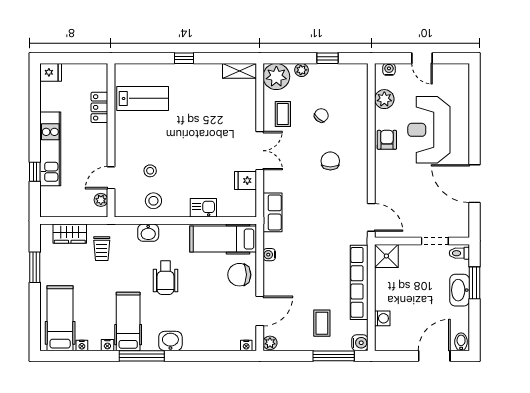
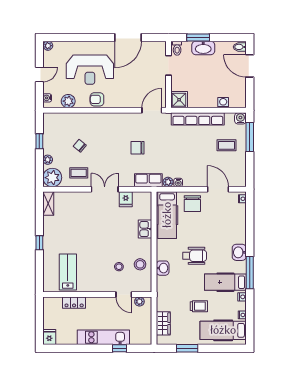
plant: (463, 70) -> (48, 46), added
chair: (330, 161) -> (138, 148), moved
trolley: (102, 249) -> (199, 306), moved
plant: (270, 343) -> (168, 182), moved

